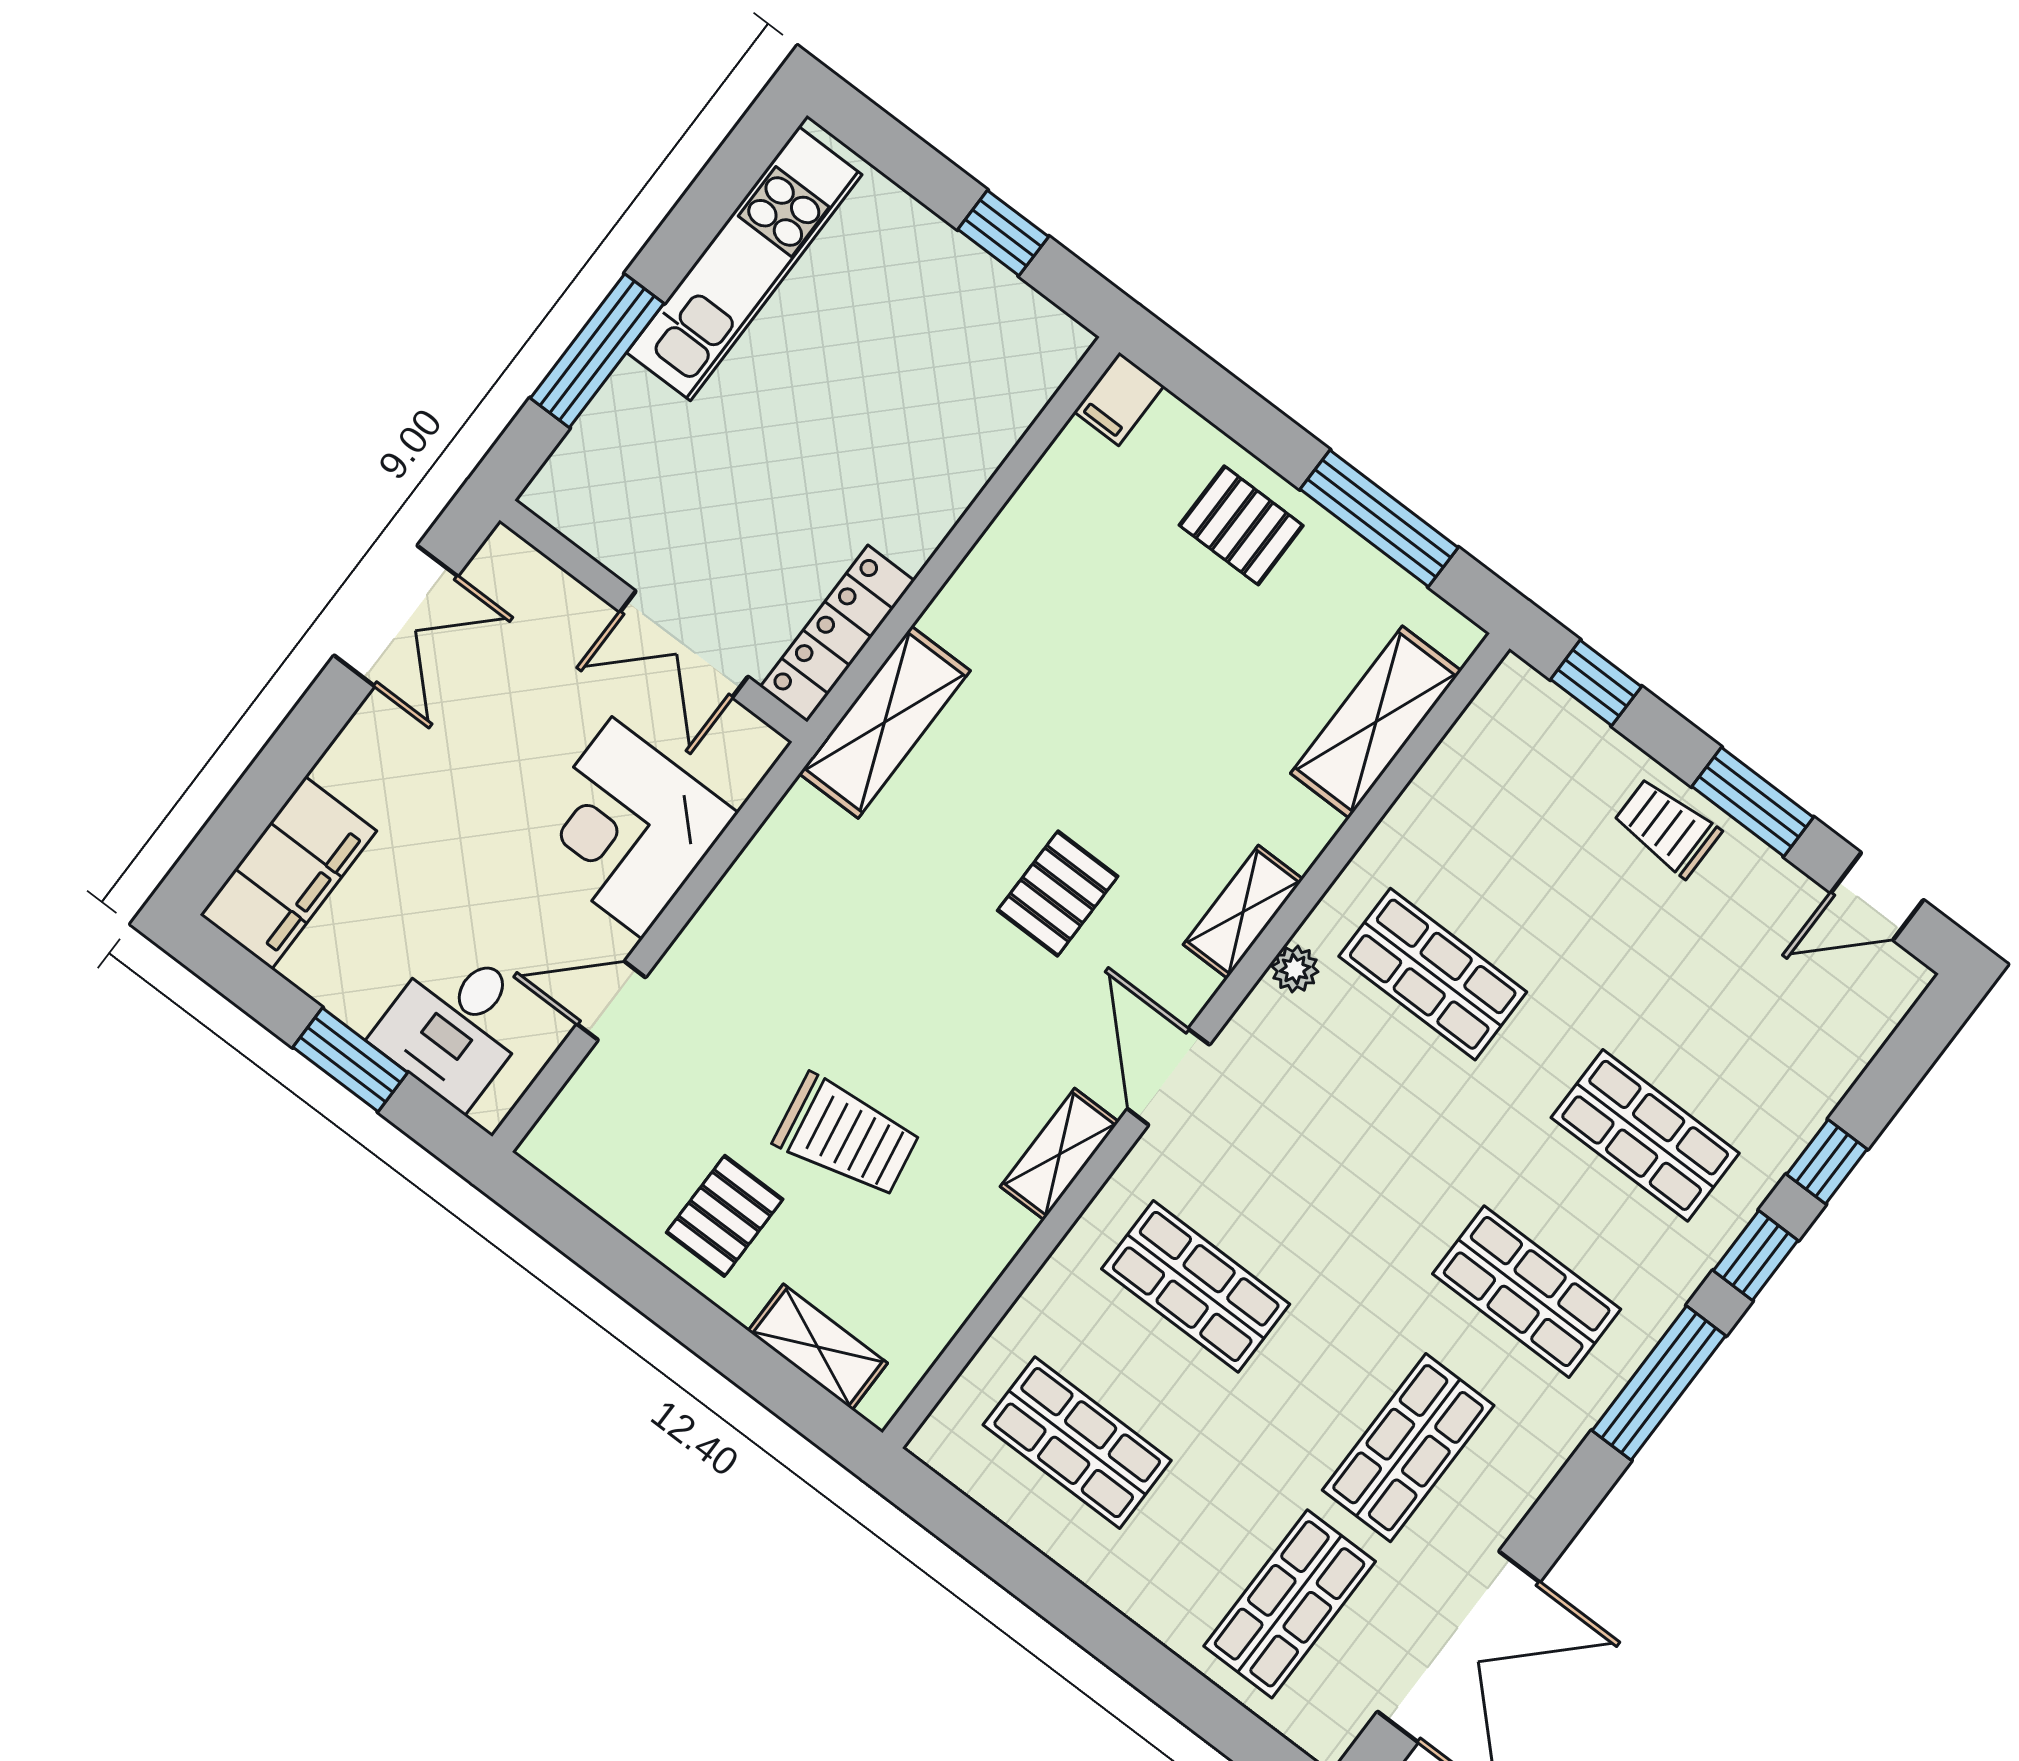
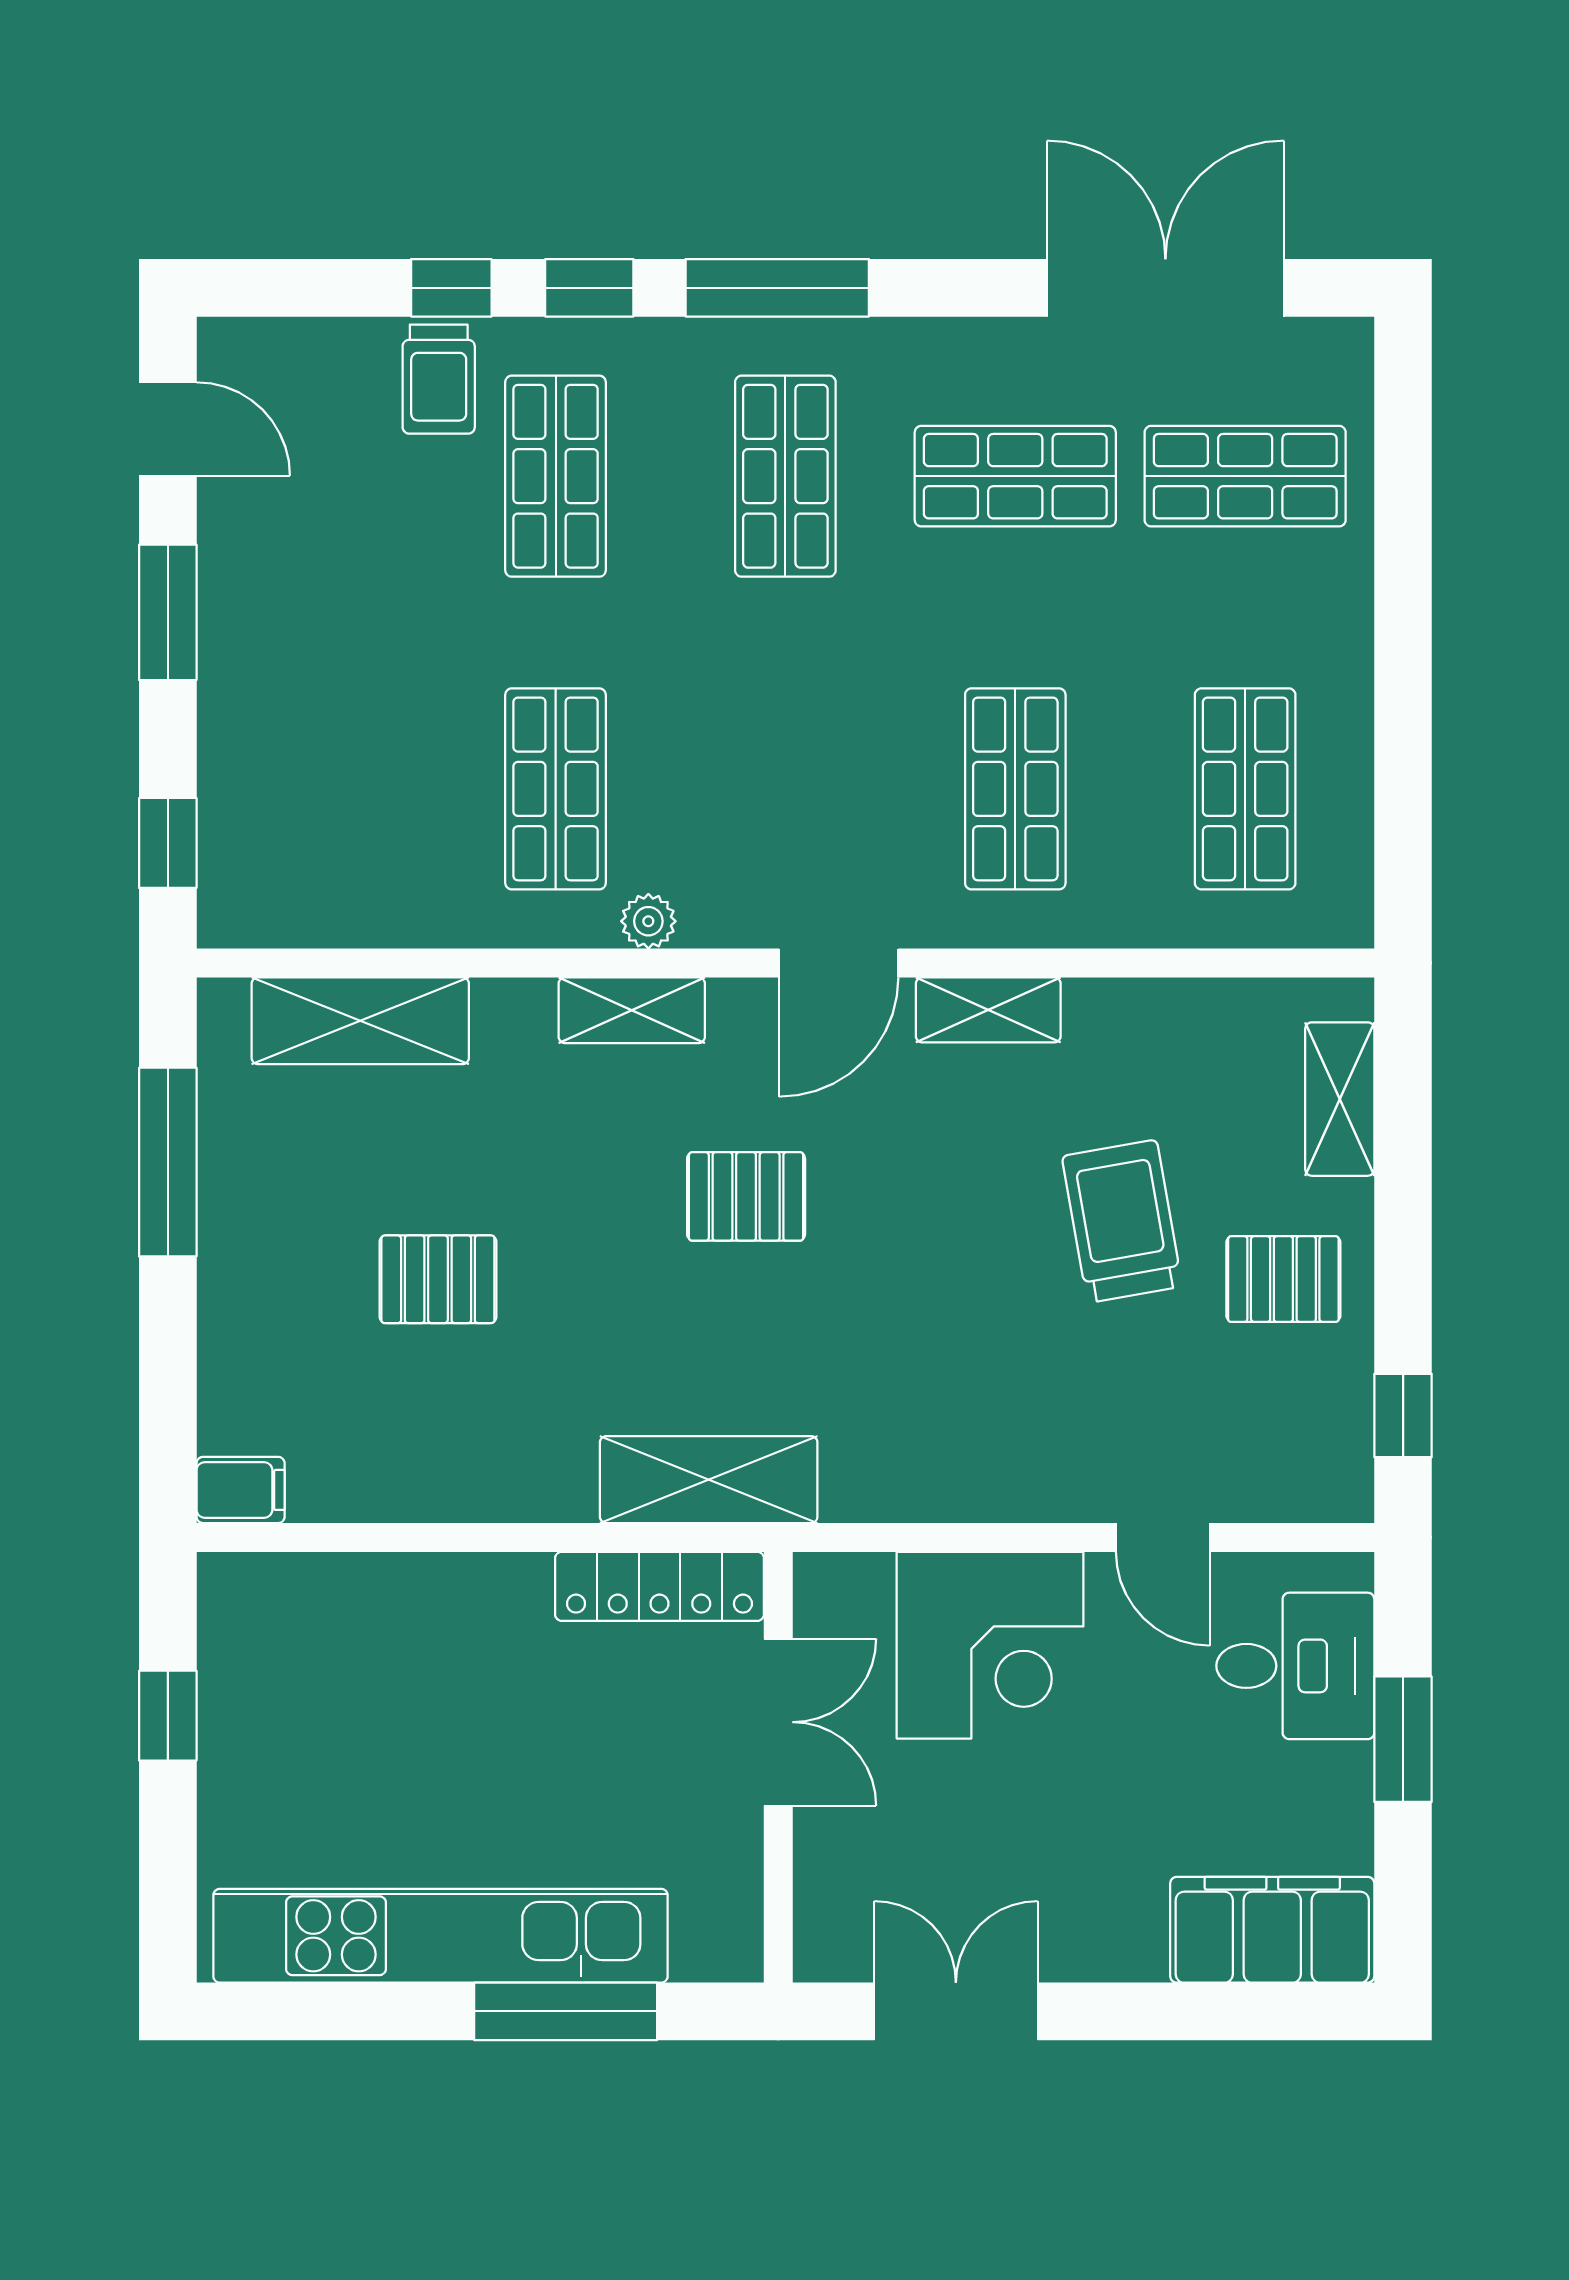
kitchen unit: (744, 264) -> (441, 1936), width x1.36
pallet: (1241, 525) -> (438, 1279), moved, turned 90
trolley: (1667, 827) -> (439, 379), moved
window: (570, 1227) -> (1403, 1415), added

